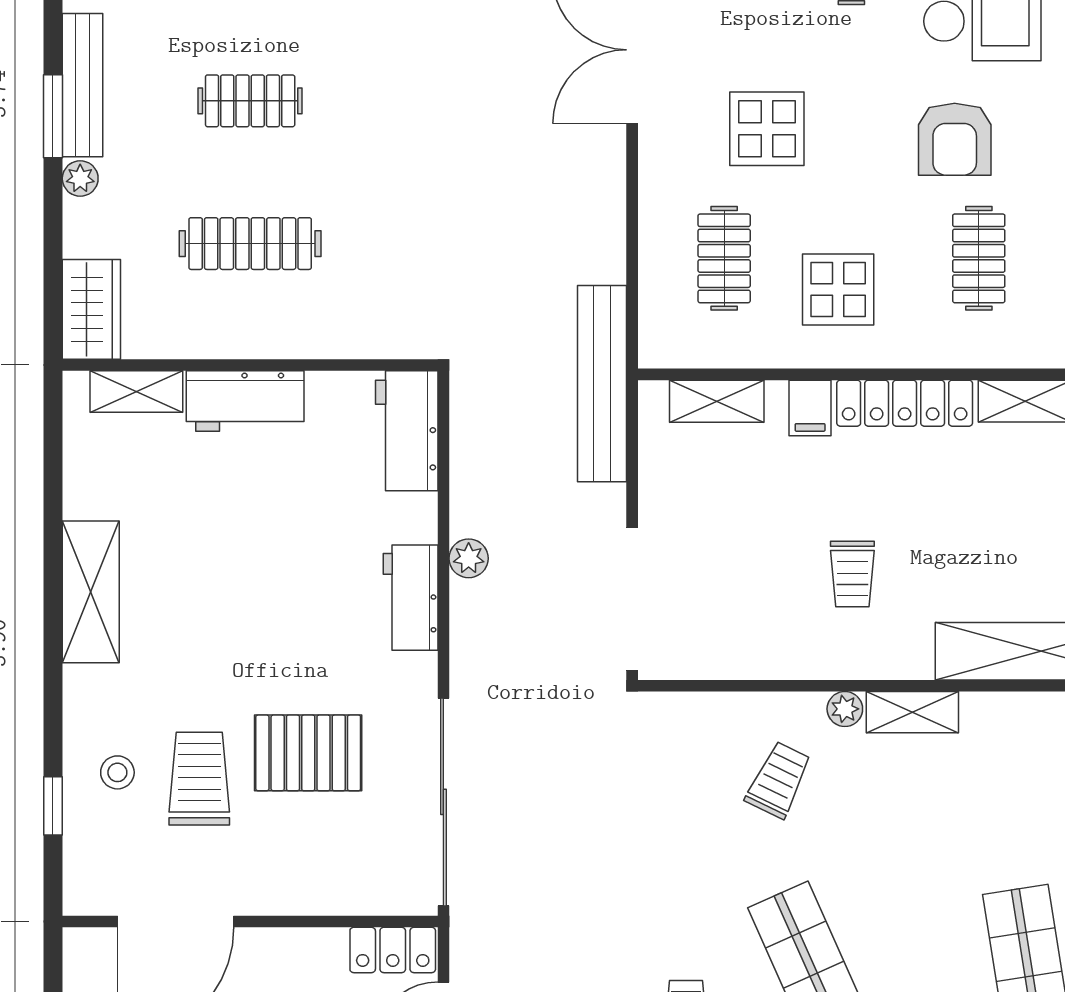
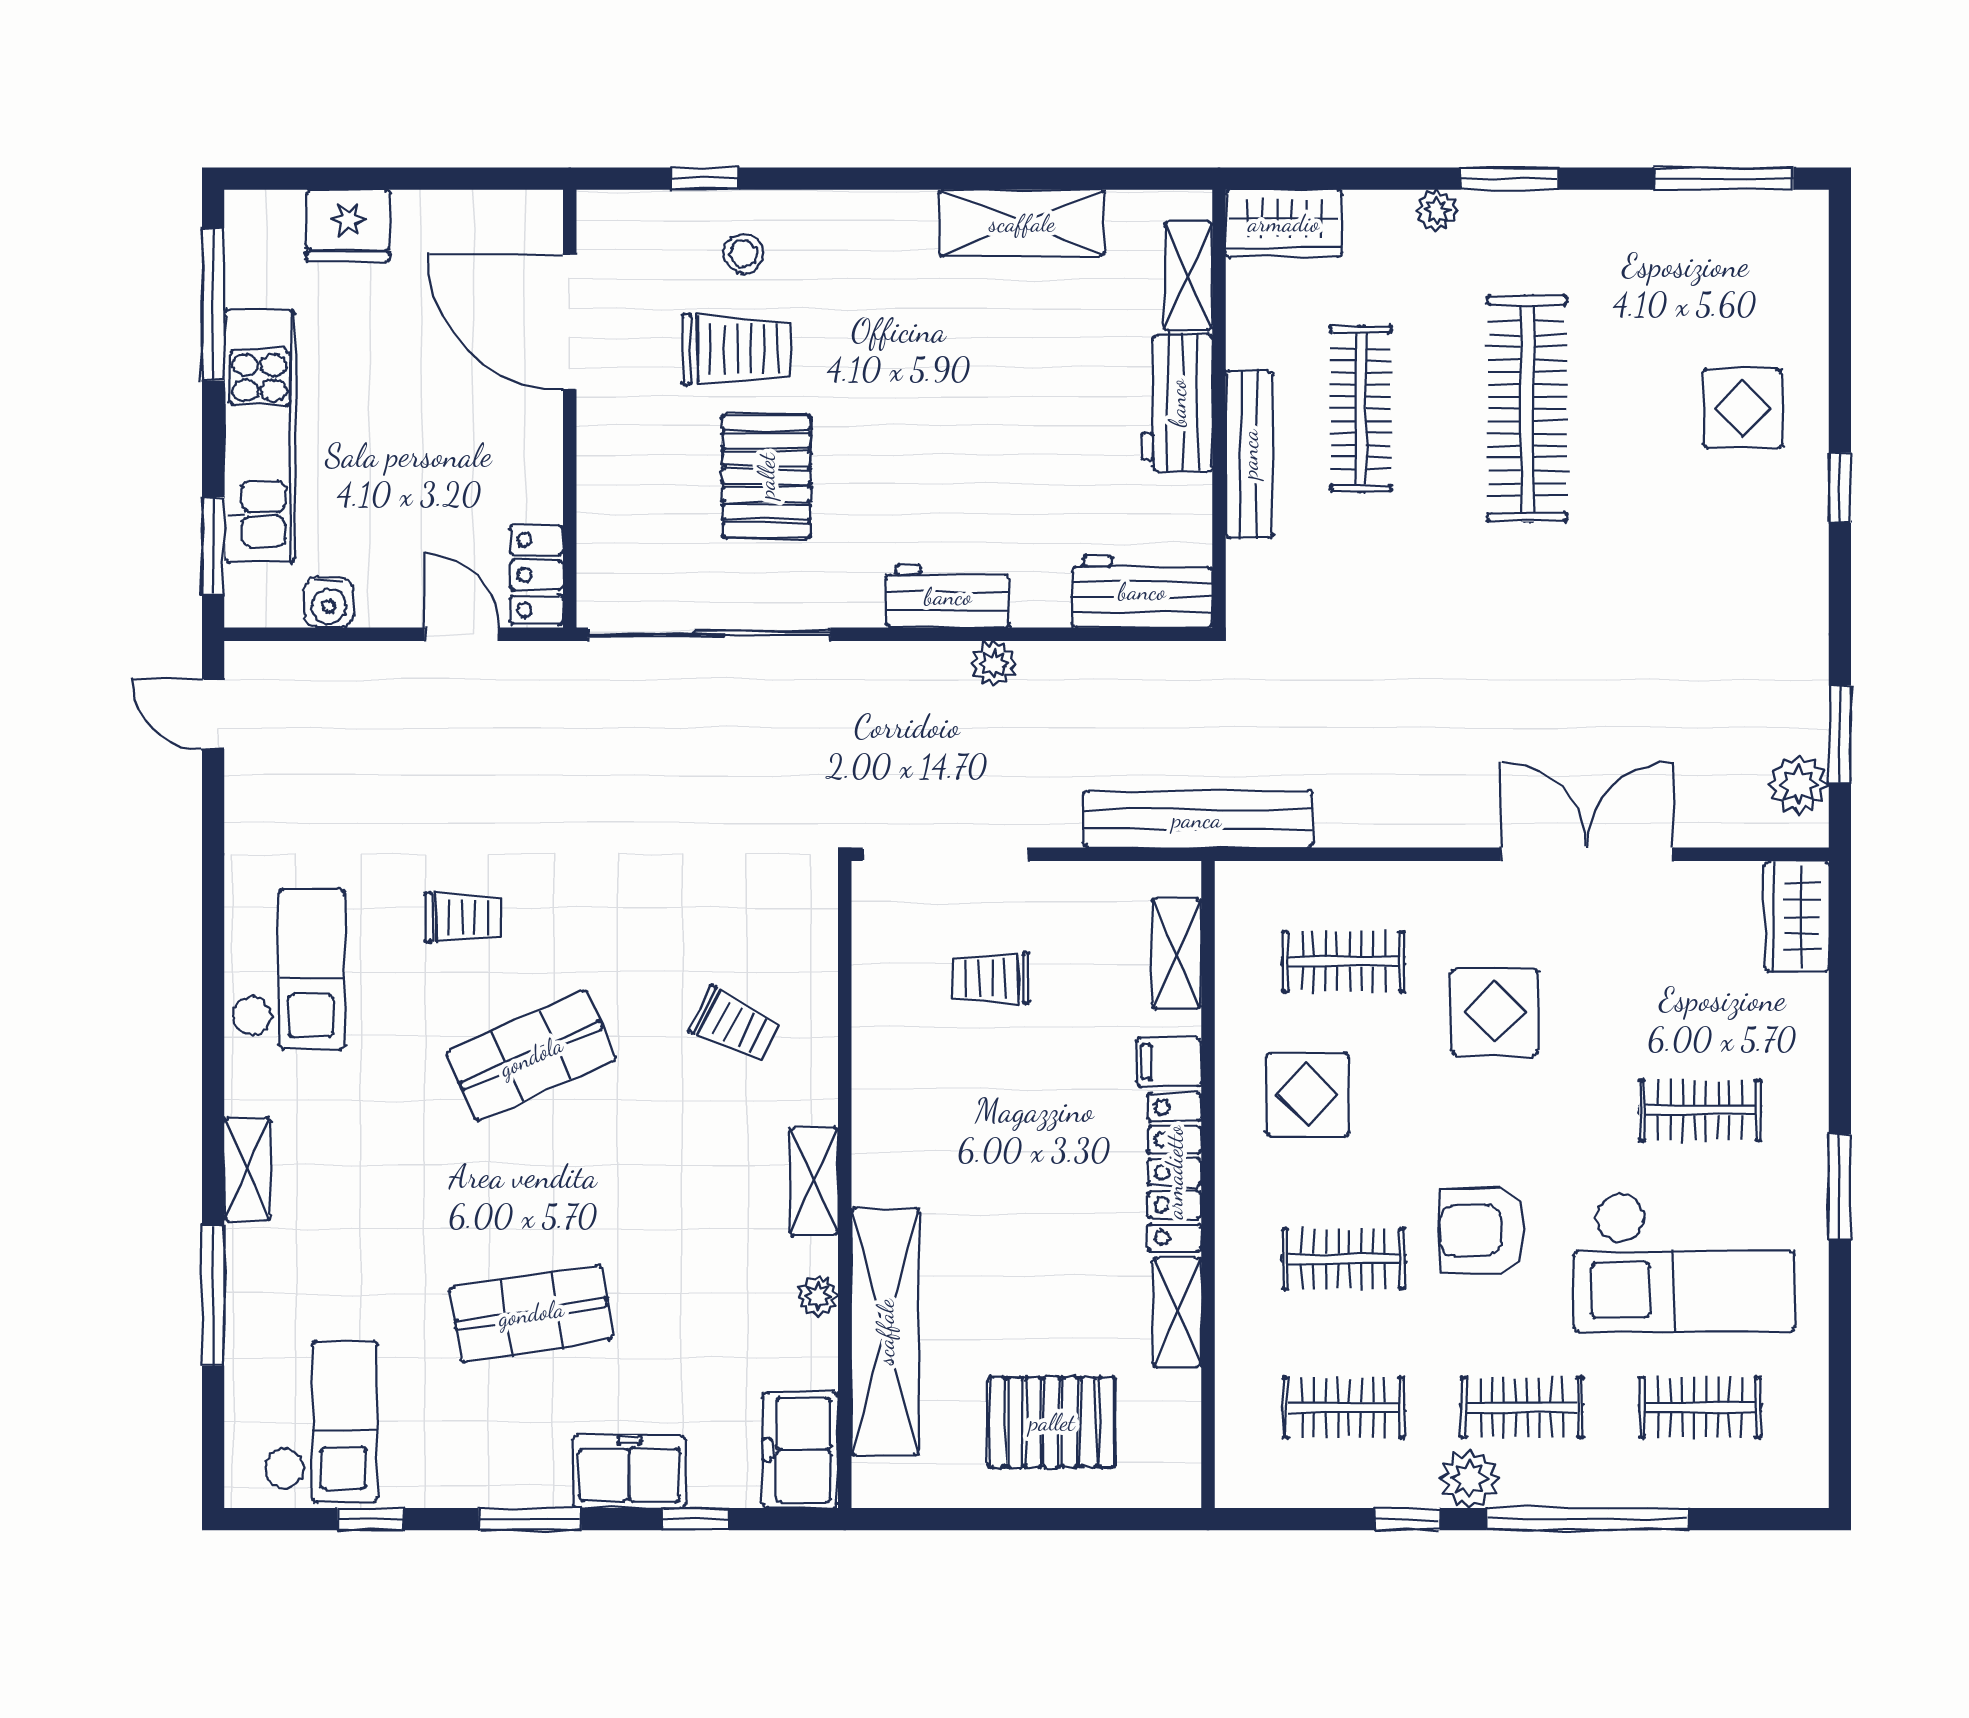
bench: (82, 85) -> (1249, 454), moved, turned 90
clothes rail: (250, 101) -> (1527, 409), width x1.86, depth x1.31
trolley: (852, 574) -> (991, 978), moved
shelving: (91, 592) -> (1022, 223), moved
plant: (845, 709) -> (818, 1296), moved

